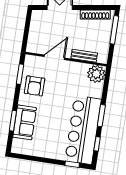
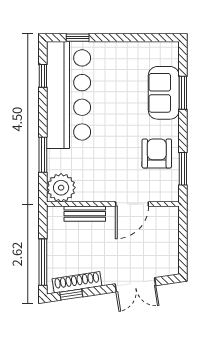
window: (100, 7) -> (71, 294), added
window: (101, 116) -> (43, 155), moved

